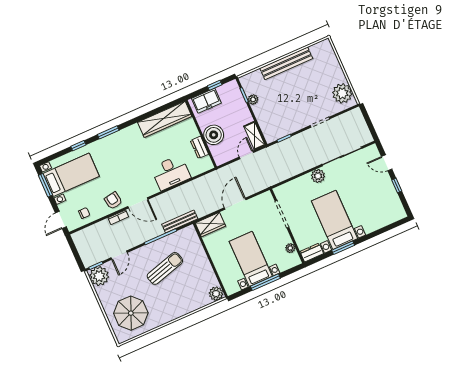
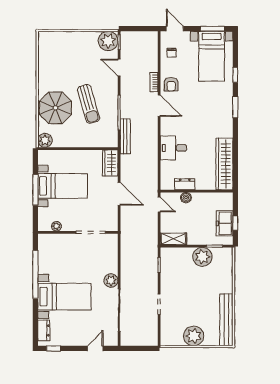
bench: (286, 63) -> (226, 320), moved
plant: (342, 93) -> (194, 336), moved
plant: (253, 99) -> (202, 257), width x1.87, depth x1.87
freezer: (206, 101) -> (225, 223), moved
boiler: (214, 135) -> (186, 198), width x0.54, depth x0.54
door: (246, 155) -> (159, 204), moved
desk: (171, 173) -> (173, 148), width x0.73
window: (397, 185) -> (54, 348), moved
armchair: (113, 201) -> (171, 84), turned 100
door: (138, 203) -> (159, 106), swing flipped
bed with nightstands: (334, 220) -> (64, 297), moved
window: (343, 248) -> (35, 274), width x2.11
dresser: (312, 253) -> (44, 330), moved
parasol: (131, 313) -> (55, 108), moved

